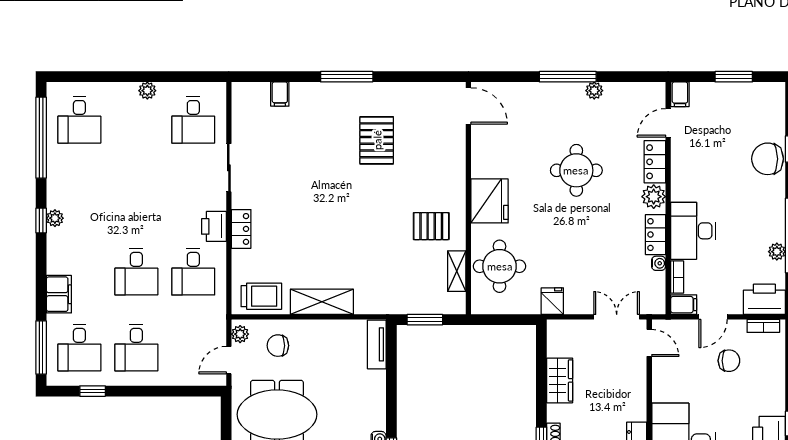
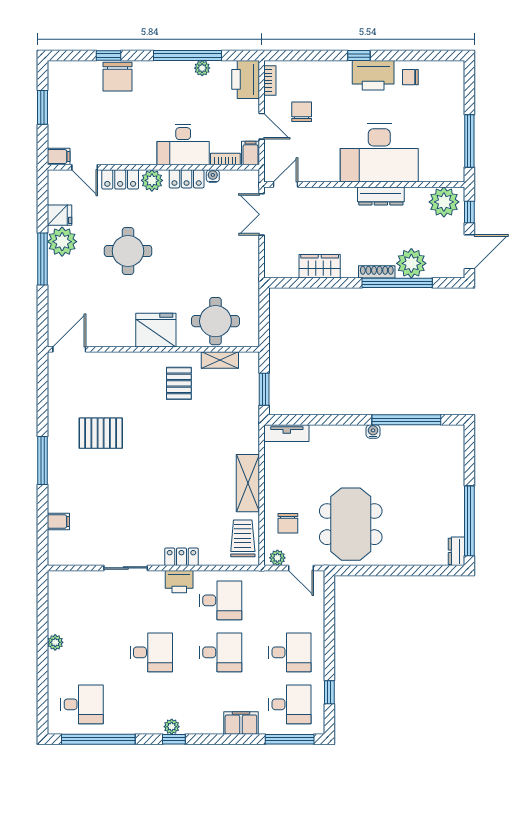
plant: (594, 91) -> (62, 242), width x1.87, depth x1.87
desk: (193, 120) -> (151, 652), moved
fridge: (552, 301) -> (59, 215), moved, turned 180

